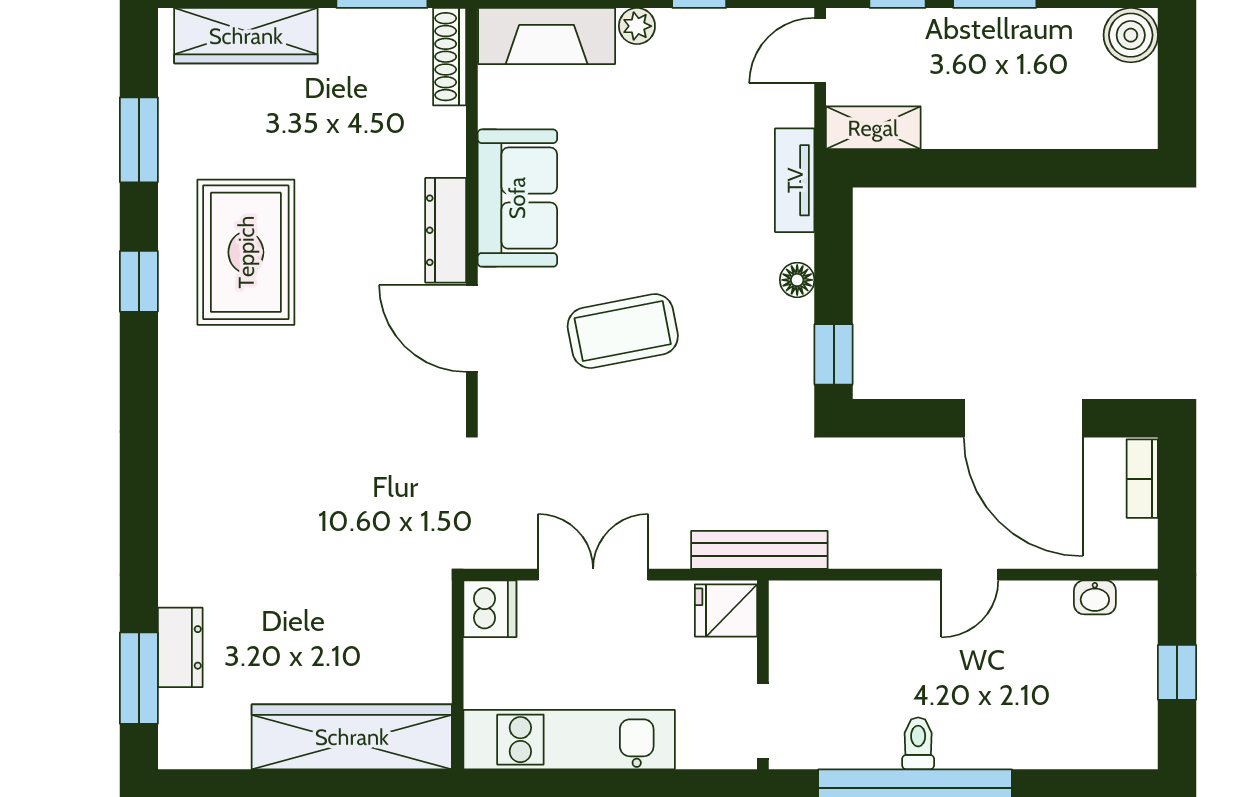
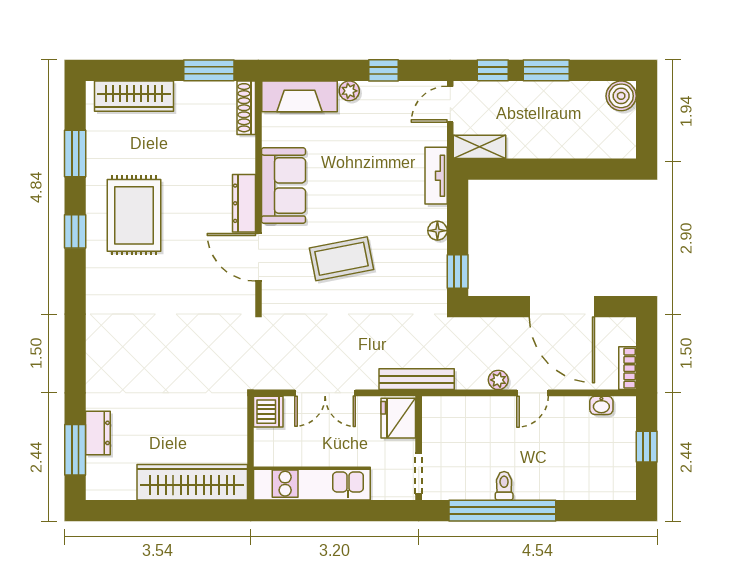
bookcase: (1142, 479) -> (627, 368), moved
plant: (908, 551) -> (498, 380), added
double door: (593, 575) -> (325, 393), swing flipped
fridge: (726, 610) -> (398, 418), width x1.38

